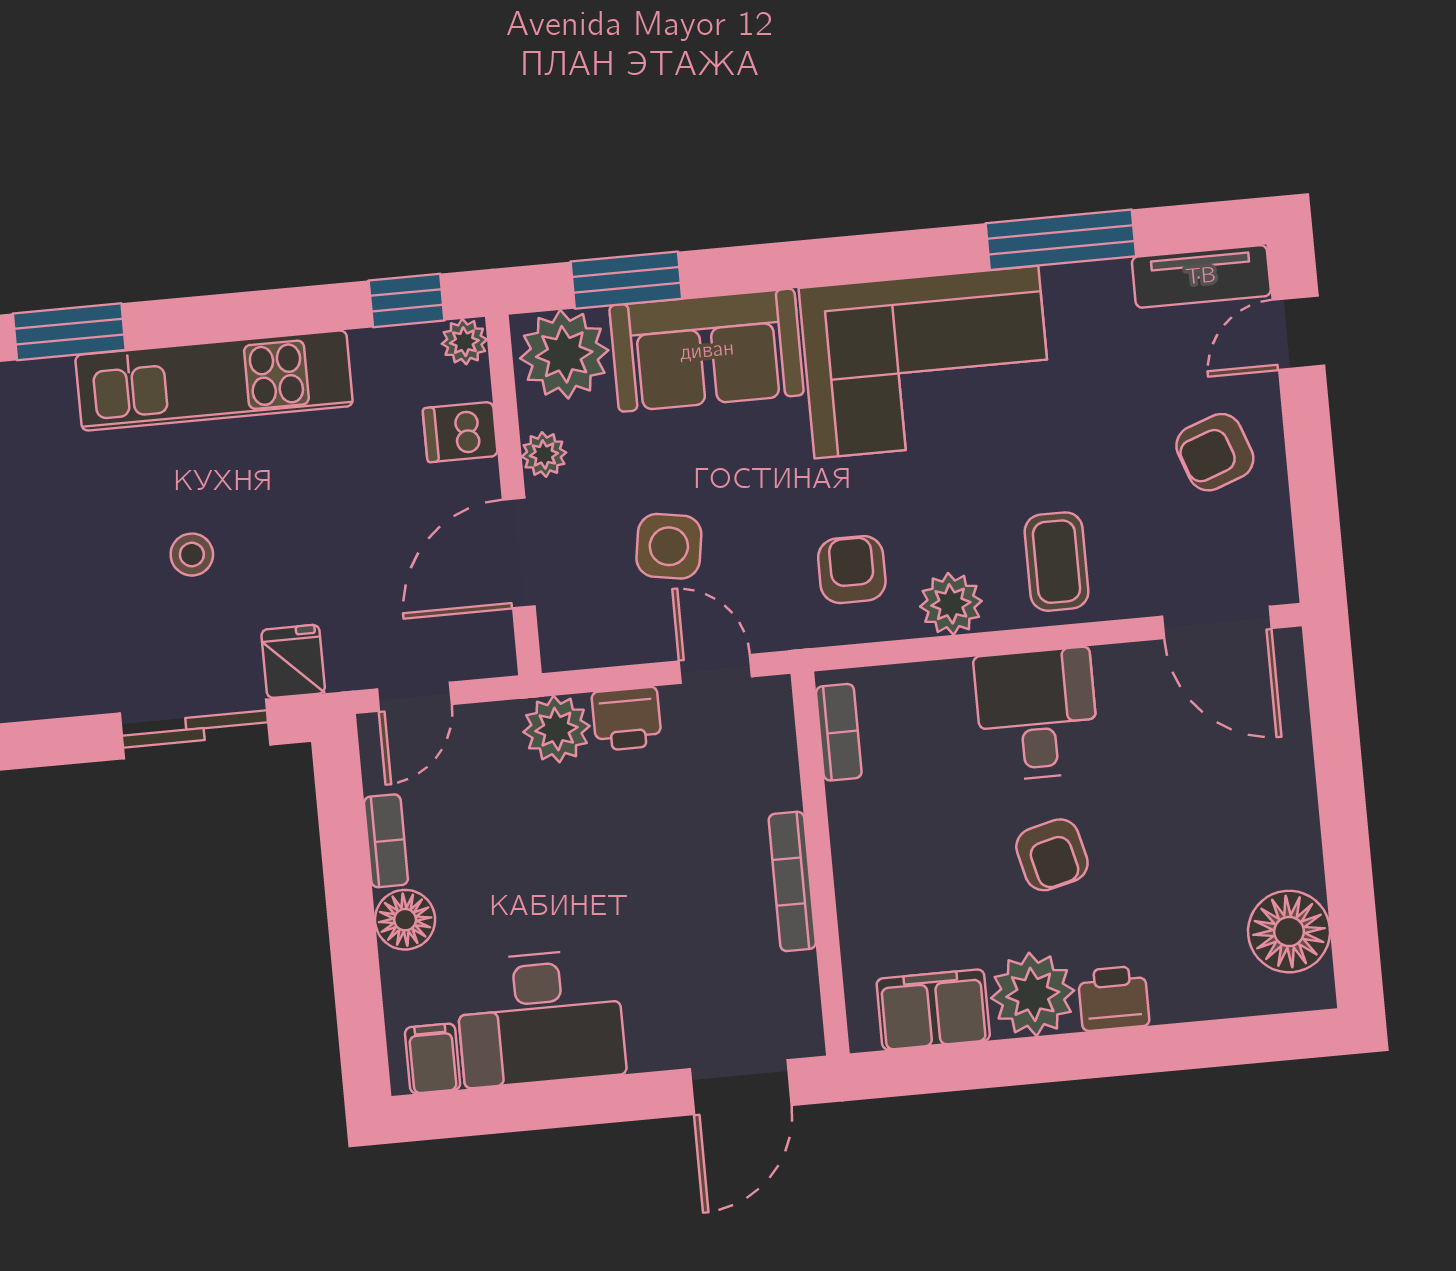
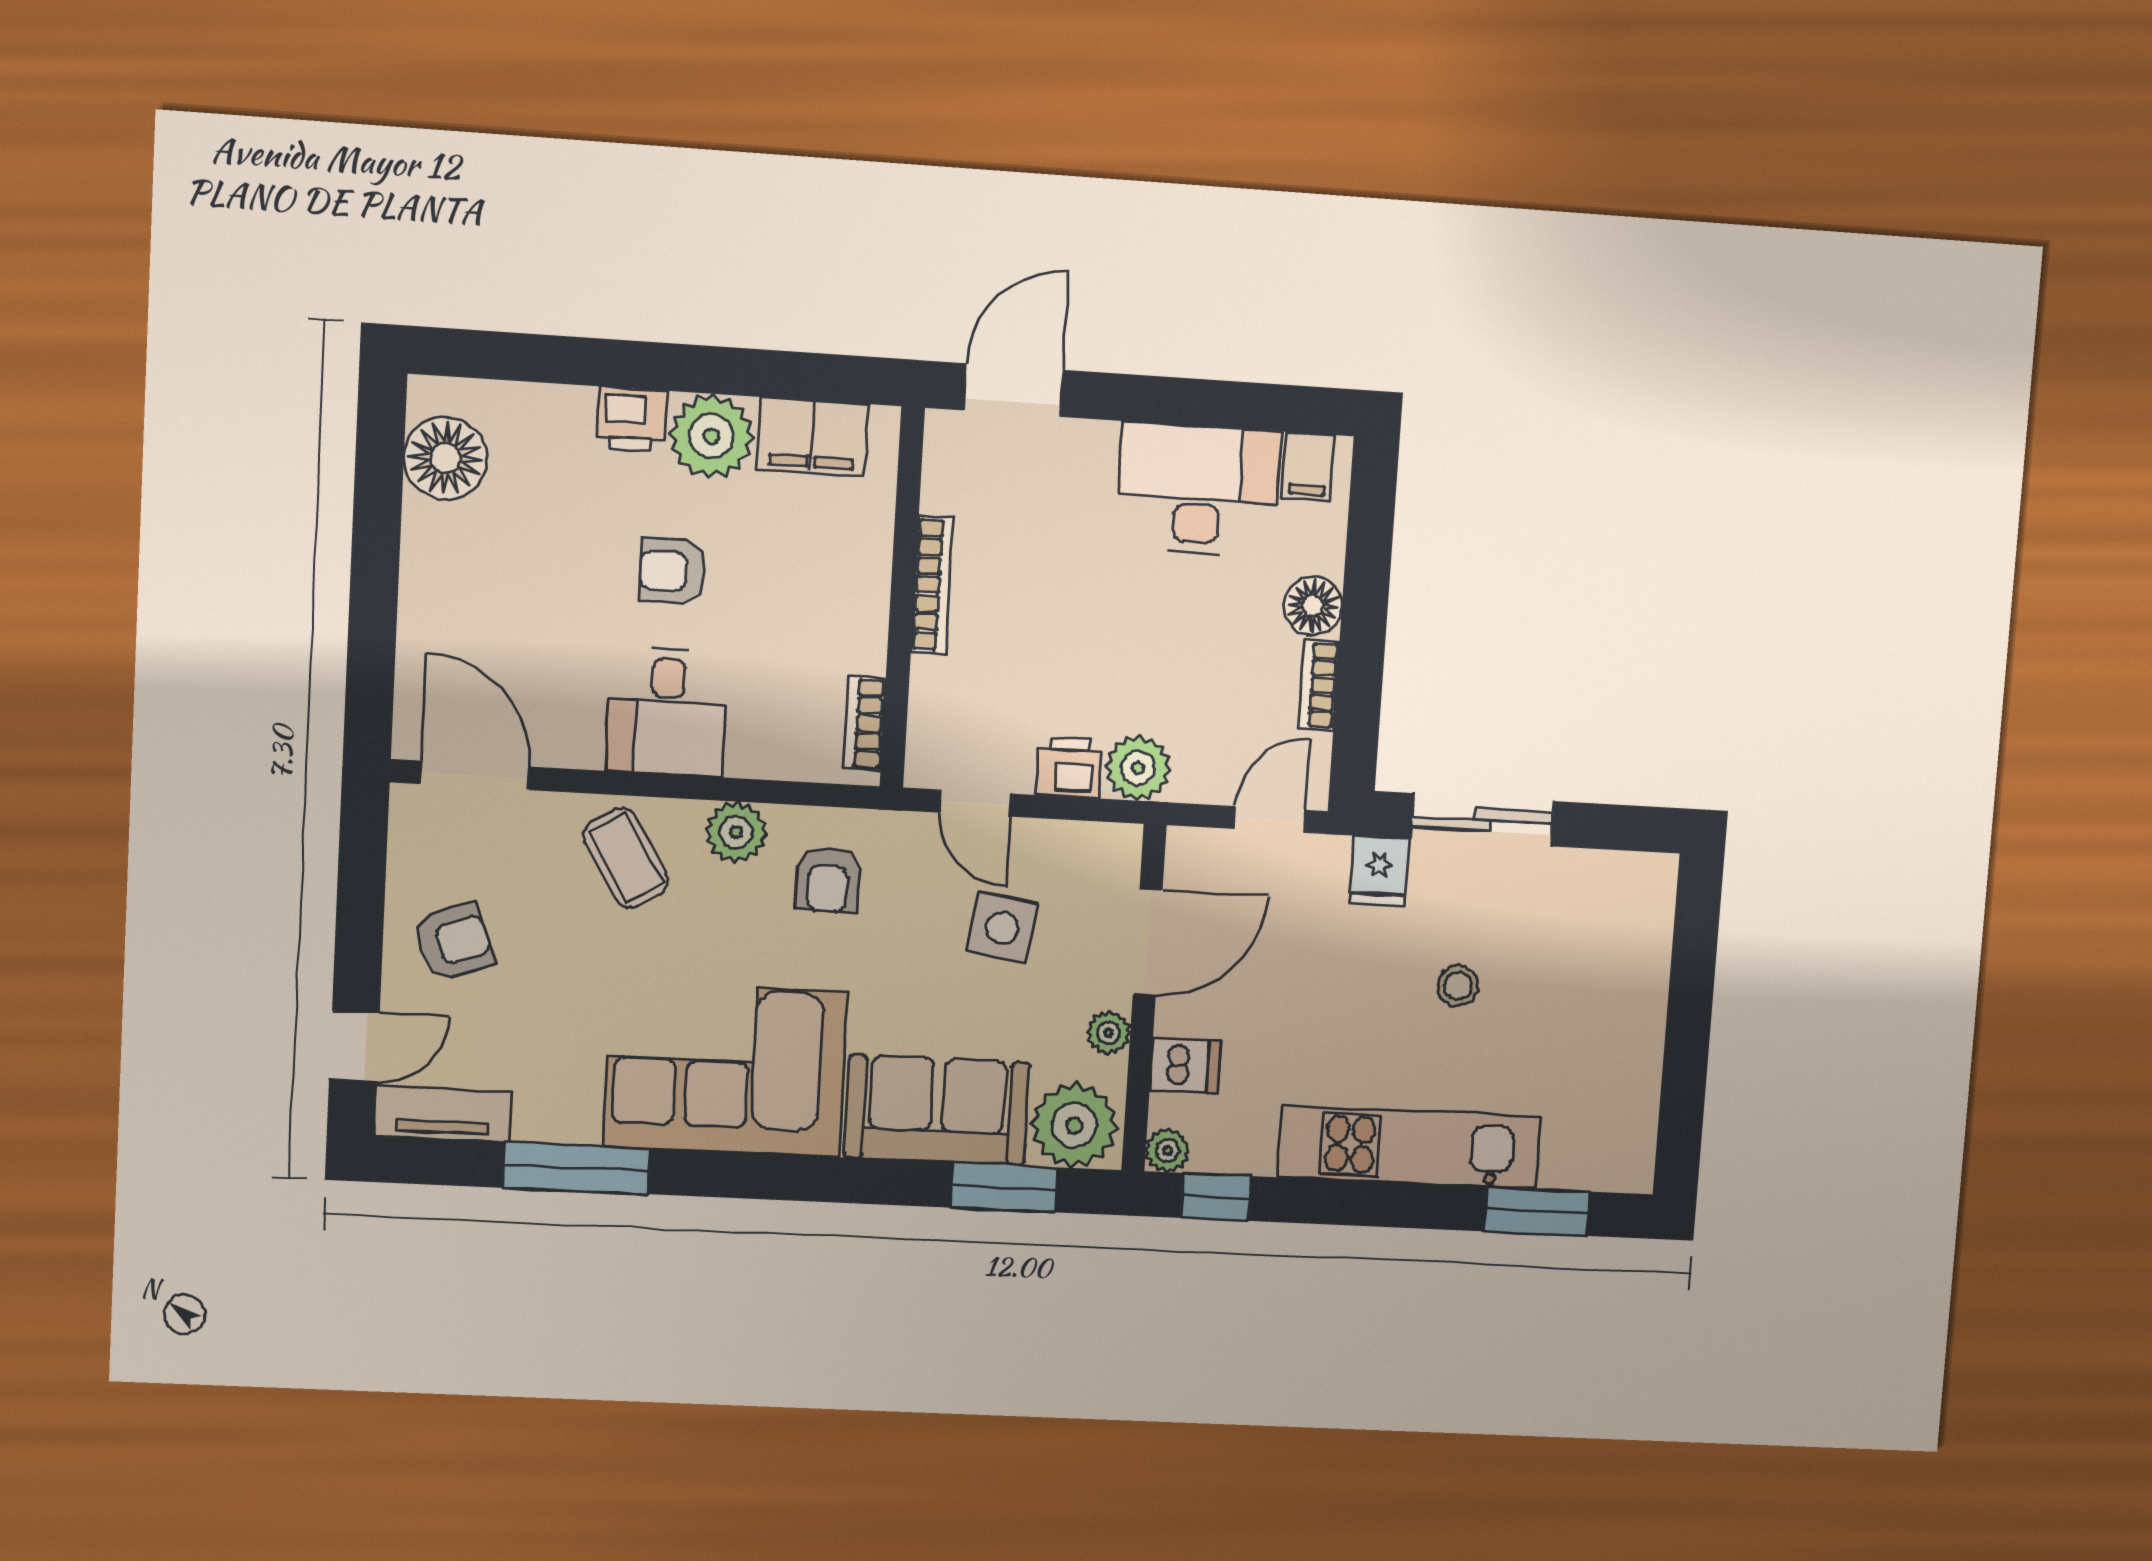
coffee table: (1057, 562) -> (626, 858), turned -31
armchair: (1052, 855) -> (672, 571), turned -76

